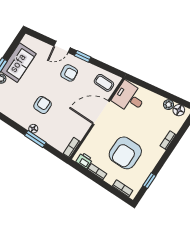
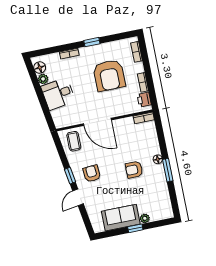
door: (62, 47) -> (78, 197), swing flipped
desk: (129, 97) -> (58, 94), moved, turned 81
window: (35, 139) -> (168, 170), moved
armchair: (125, 153) -> (109, 75), turned 90
window: (149, 181) -> (92, 42), moved

